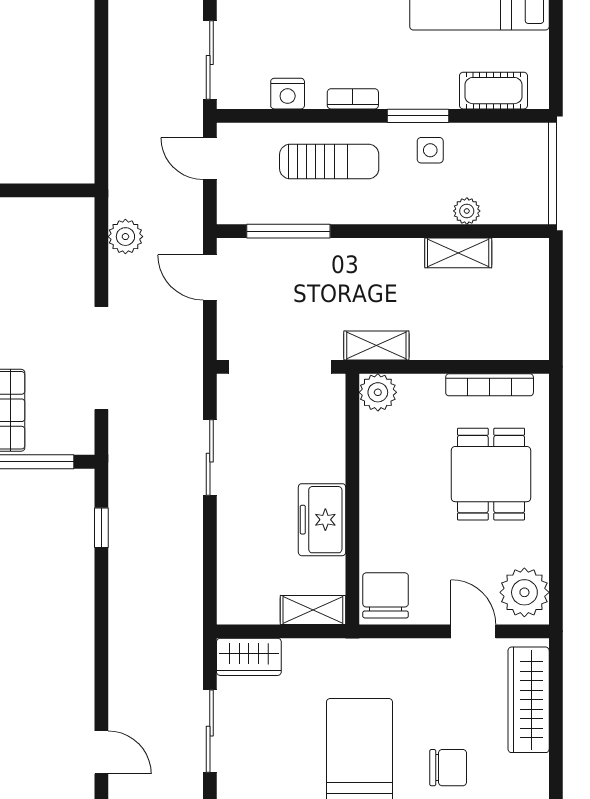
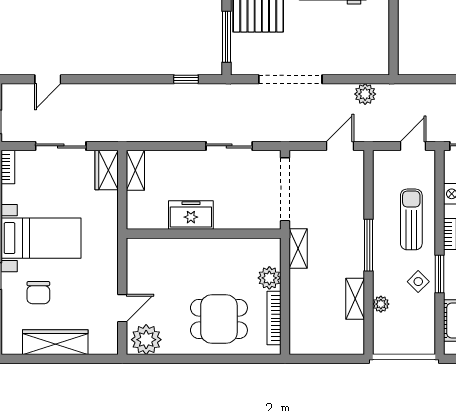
side table: (430, 150) -> (418, 282), turned 45
sun lounger: (329, 162) -> (411, 219), turned 180
window: (288, 231) -> (368, 245), moved
plant: (378, 392) -> (269, 278), moved
chair: (386, 595) -> (144, 254), removed
shelving: (313, 610) -> (135, 170), moved
wardrobe: (529, 700) -> (55, 342), moved

